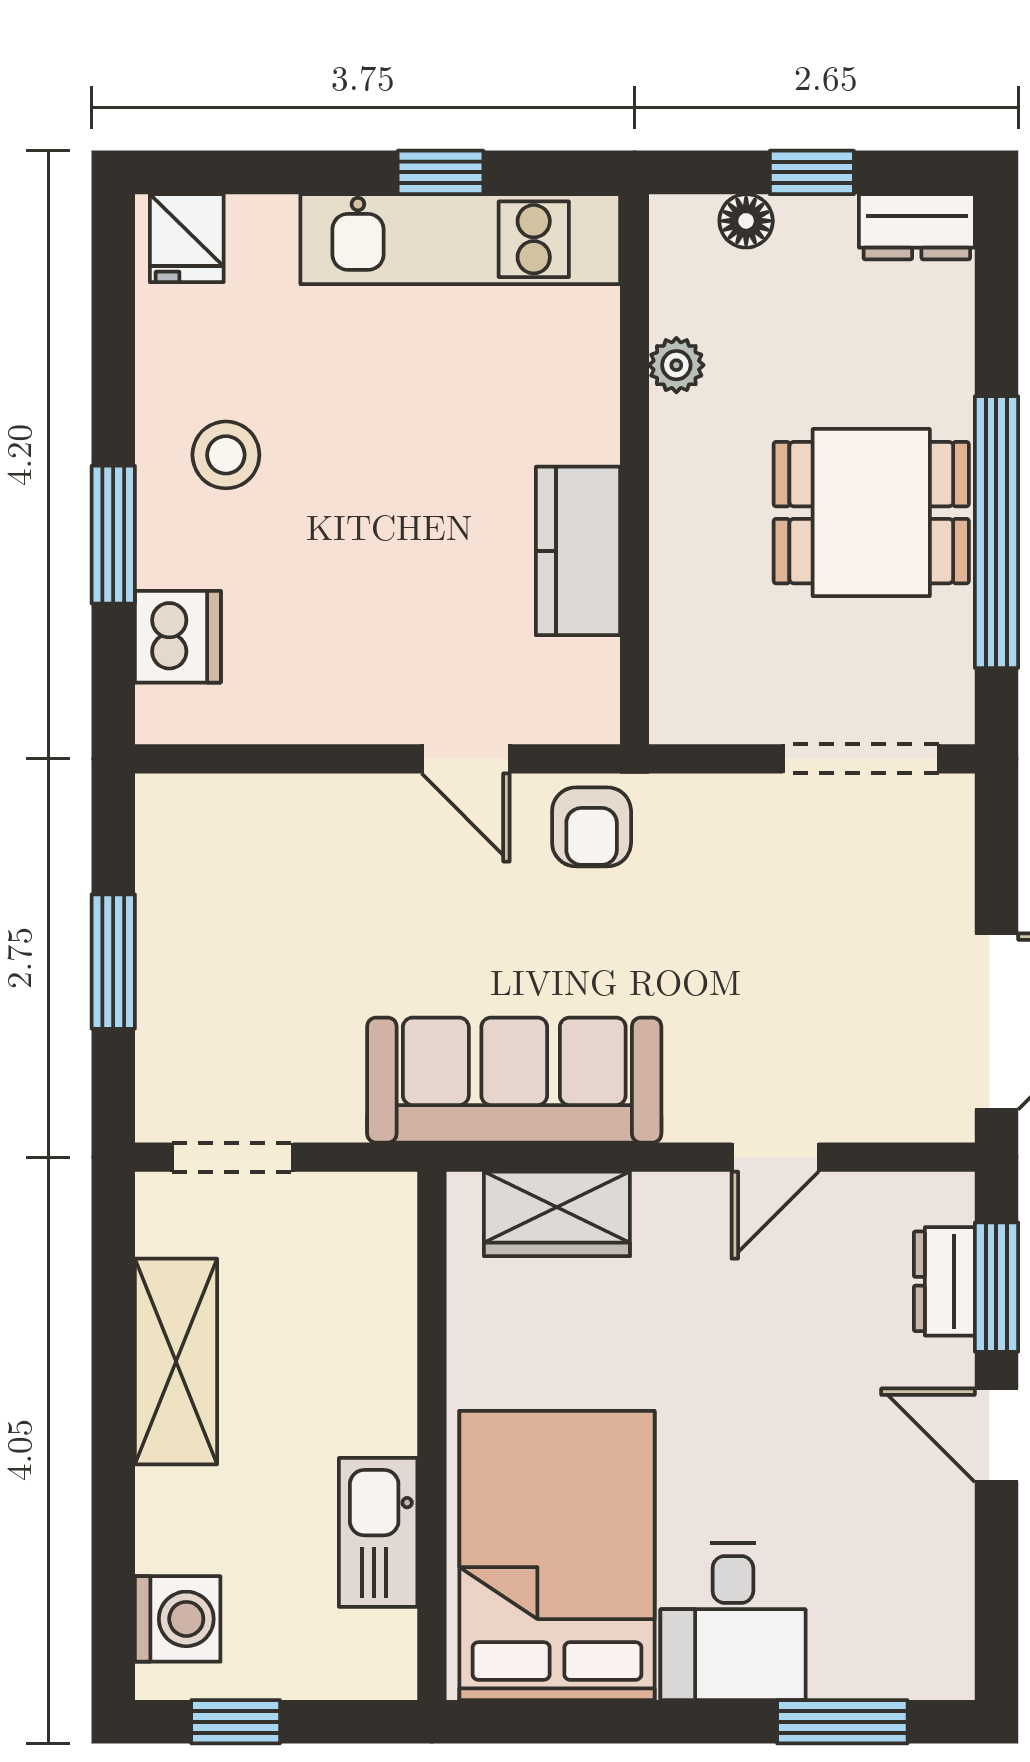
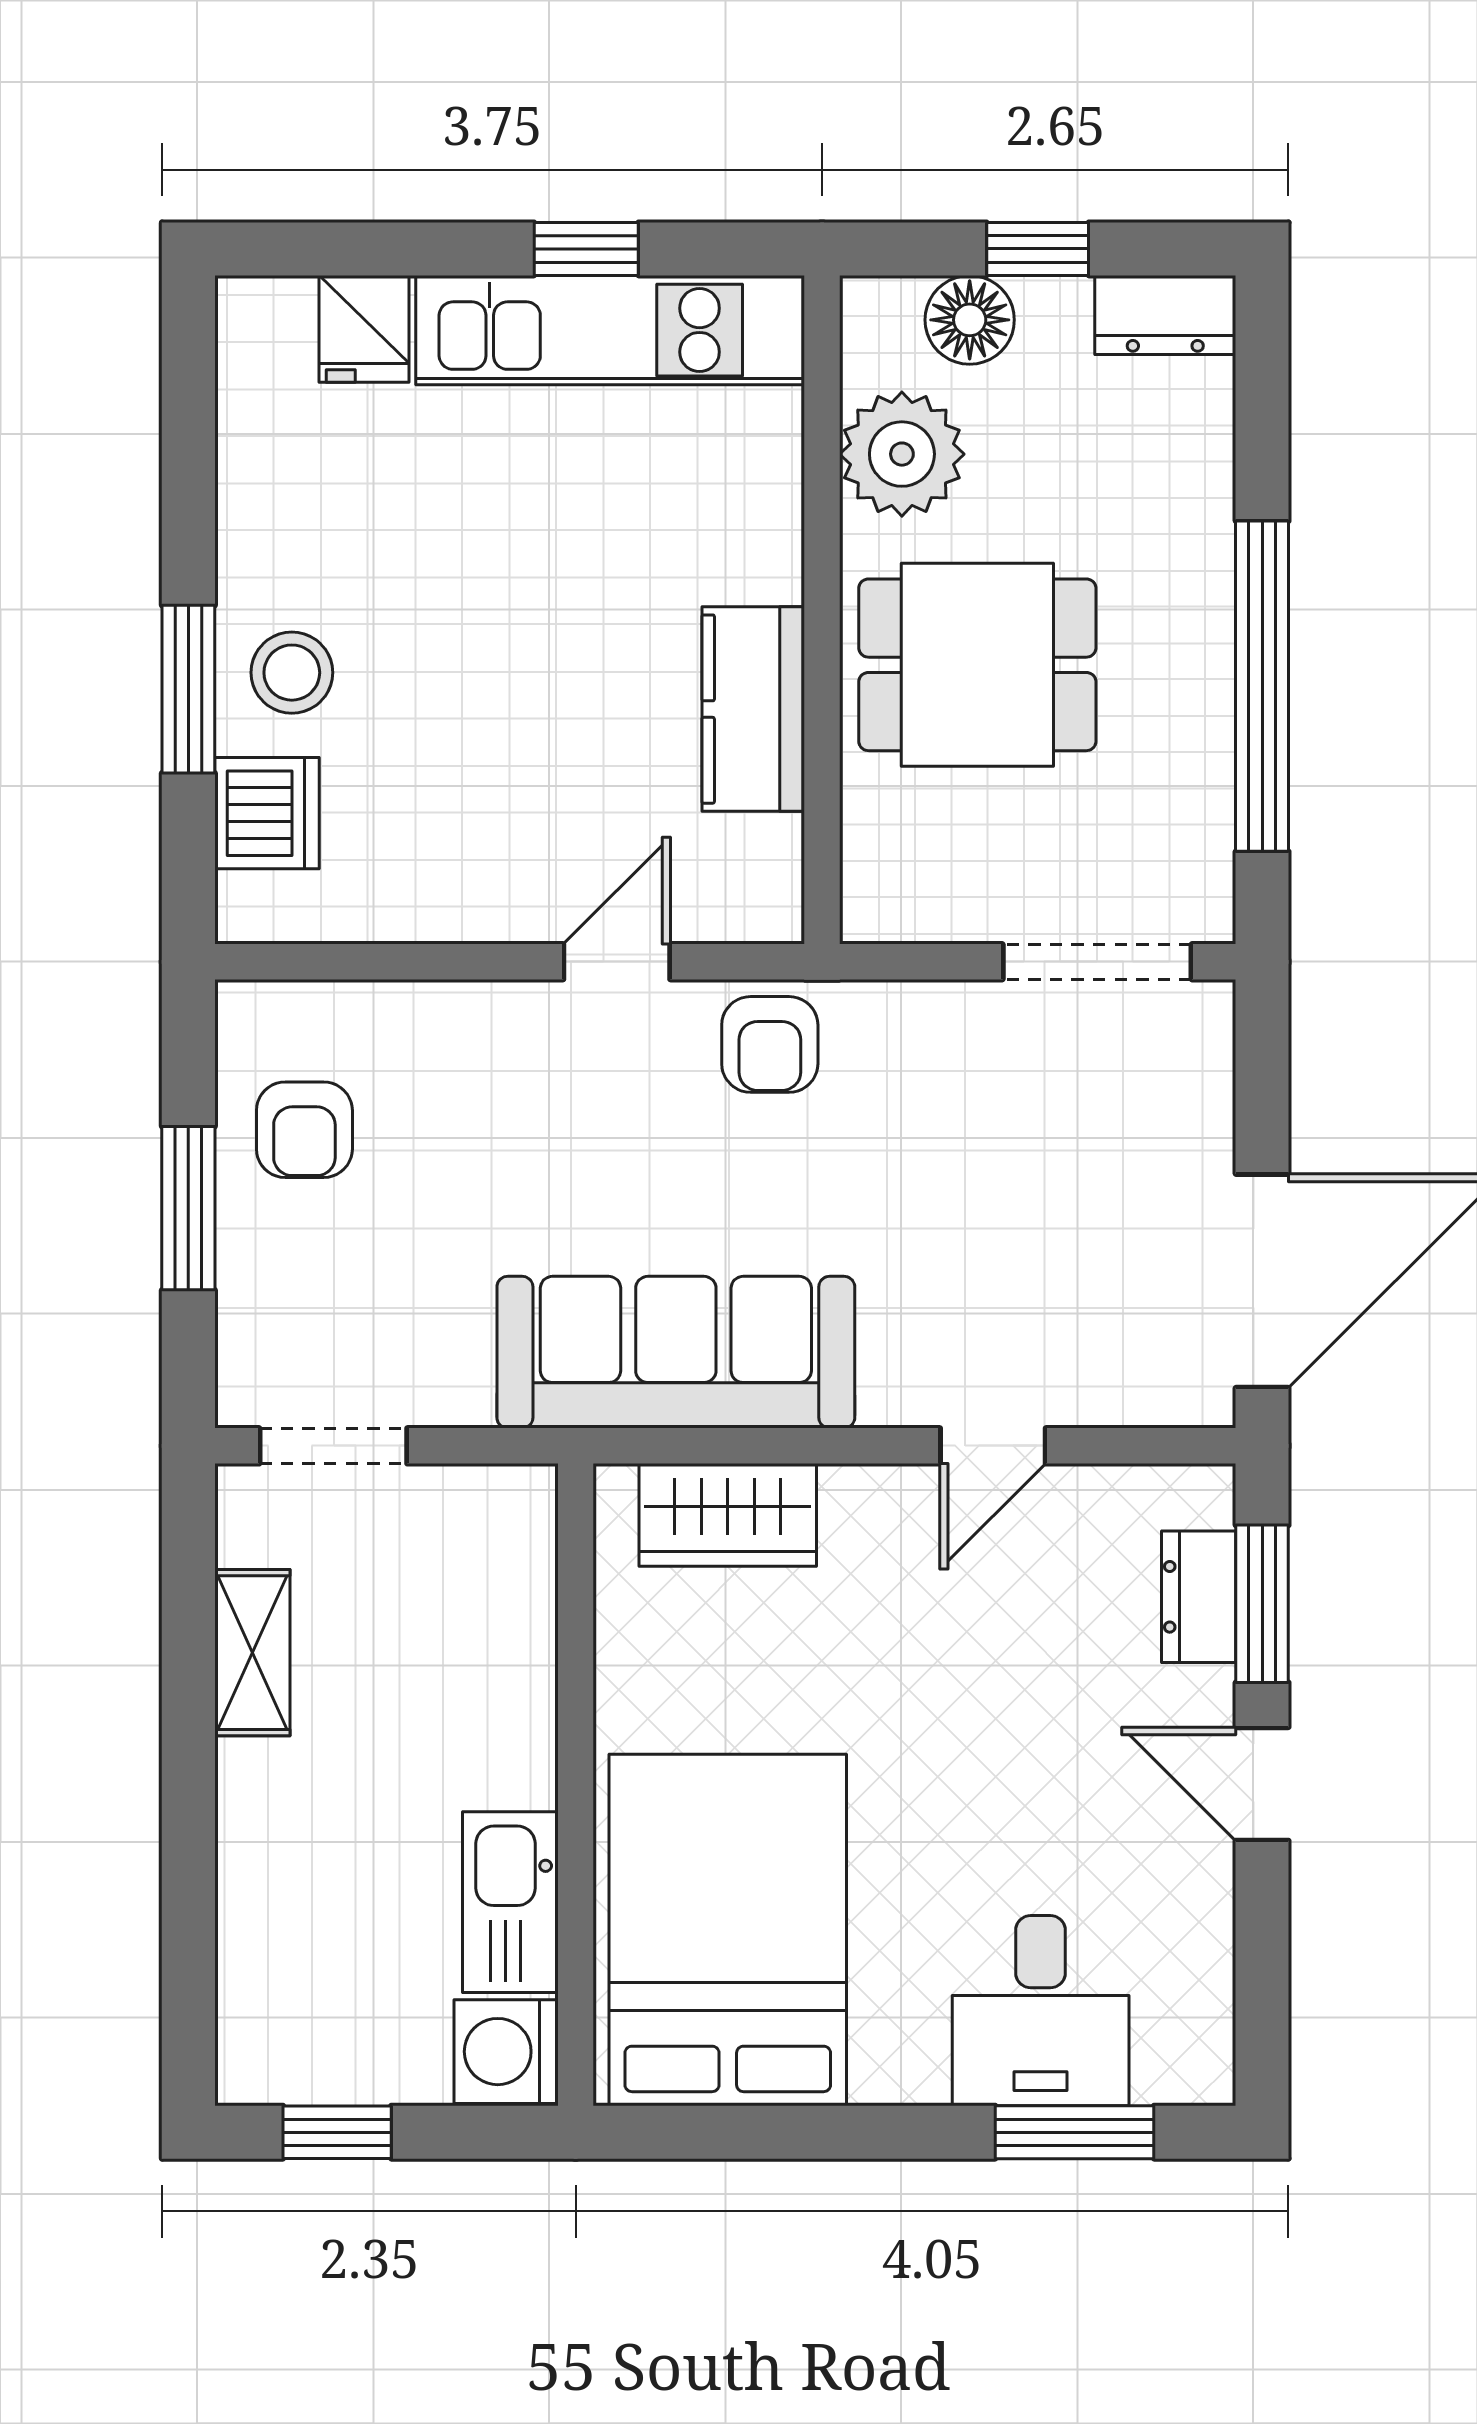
floor lamp: (746, 221) -> (970, 320), width x1.37, depth x1.37
fridge: (187, 238) -> (364, 329), moved
plant: (676, 365) -> (902, 454), width x1.87, depth x1.87
stool: (226, 455) -> (292, 673), moved
dining table: (871, 513) -> (977, 665), moved
door: (466, 759) -> (617, 962), swing flipped
armchair: (209, 897) -> (304, 1130), added
shelving: (176, 1361) -> (252, 1653), width x0.67, depth x0.75
washing machine: (178, 1619) -> (506, 2052), moved, turned 180
desk: (733, 1622) -> (1041, 2011), moved

